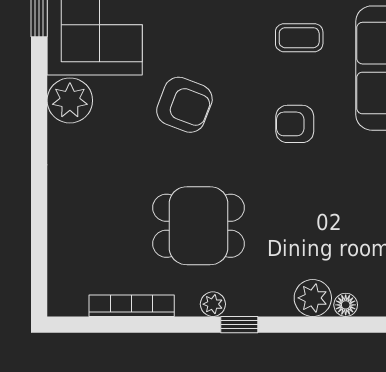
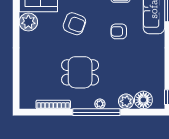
plant: (213, 304) -> (100, 104), moved
floor lamp: (346, 305) -> (143, 100), width x1.89, depth x1.89
window: (239, 325) -> (96, 112), width x3.17

